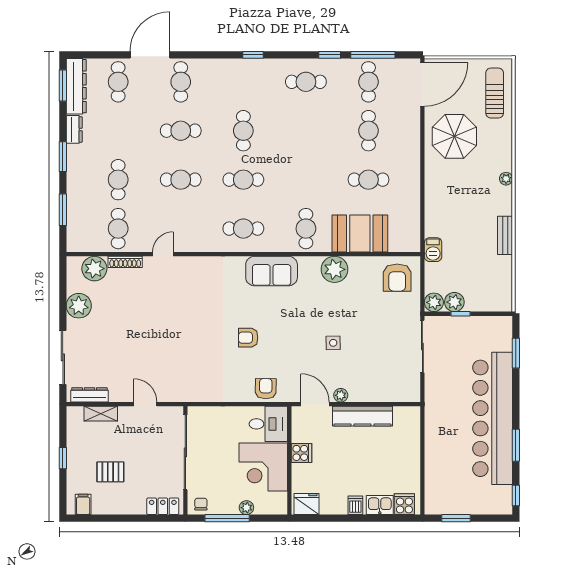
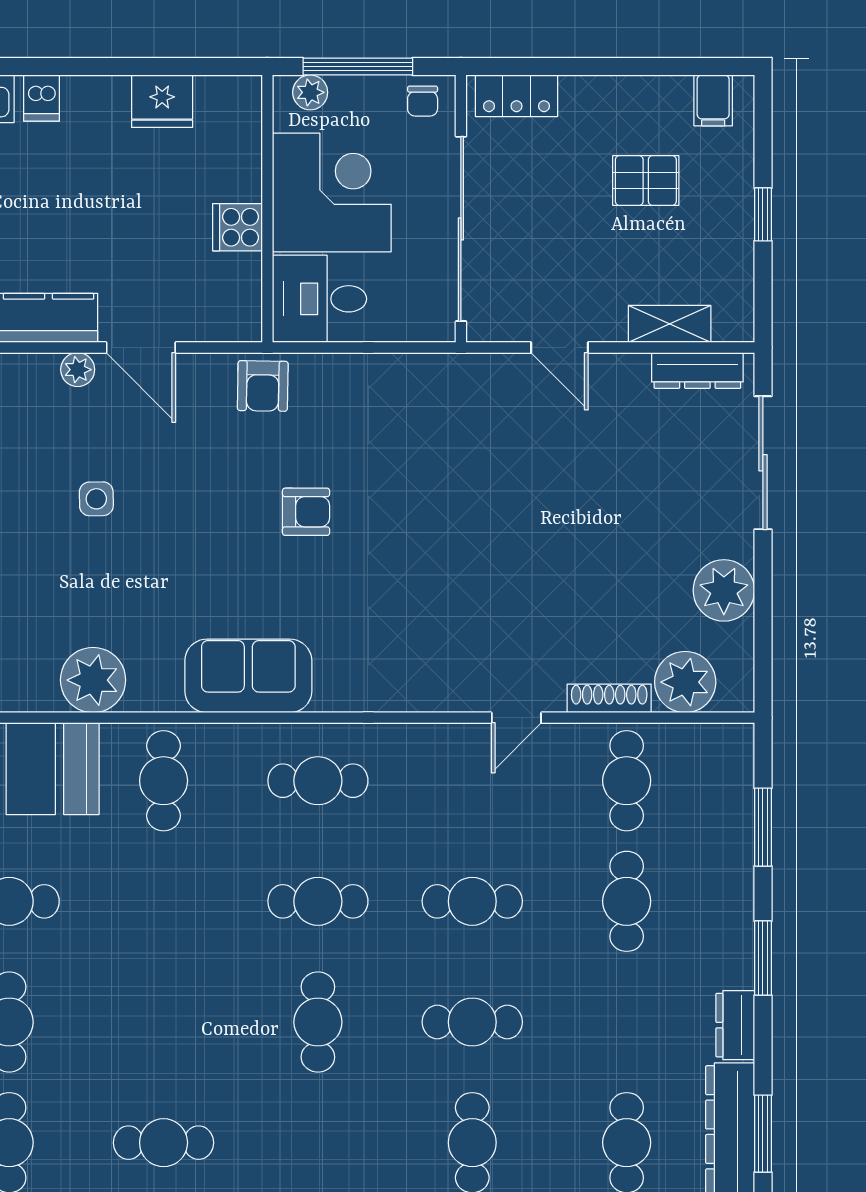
desk: (268, 424) -> (320, 299), moved
cooker: (301, 453) -> (238, 227), moved
wall: (289, 460) -> (267, 209), moved
corner desk: (263, 467) -> (332, 192), moved

